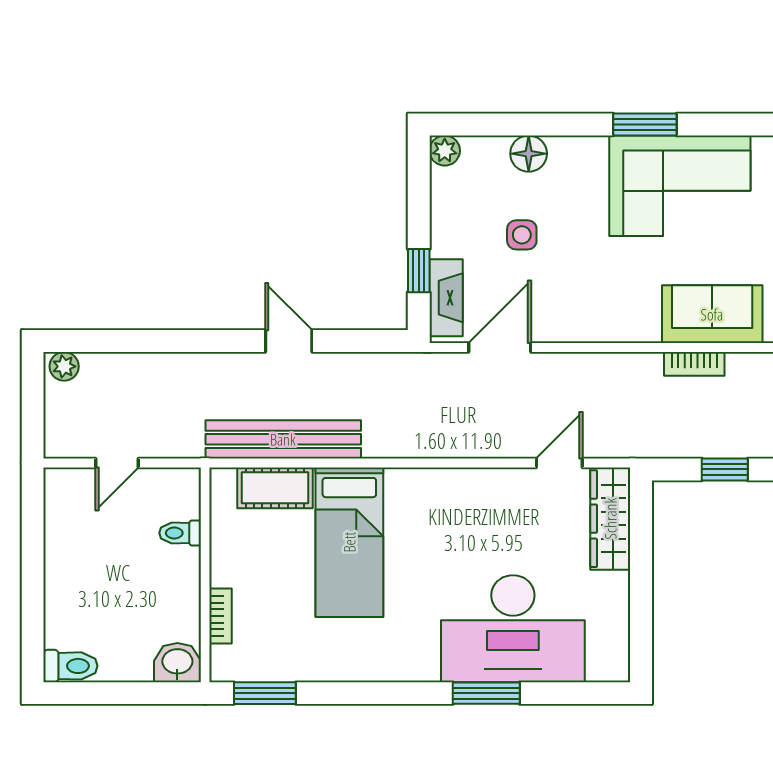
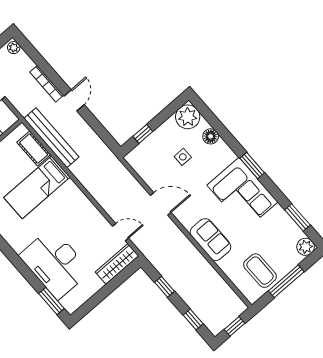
plant: (445, 151) -> (188, 117), width x1.88, depth x1.88
fireplace: (446, 298) -> (142, 150), removed
door: (289, 341) -> (74, 100), moved
door: (500, 348) -> (161, 204), moved
bookcase: (694, 364) -> (47, 84), moved, width x1.56
window: (486, 693) -> (51, 301), moved

